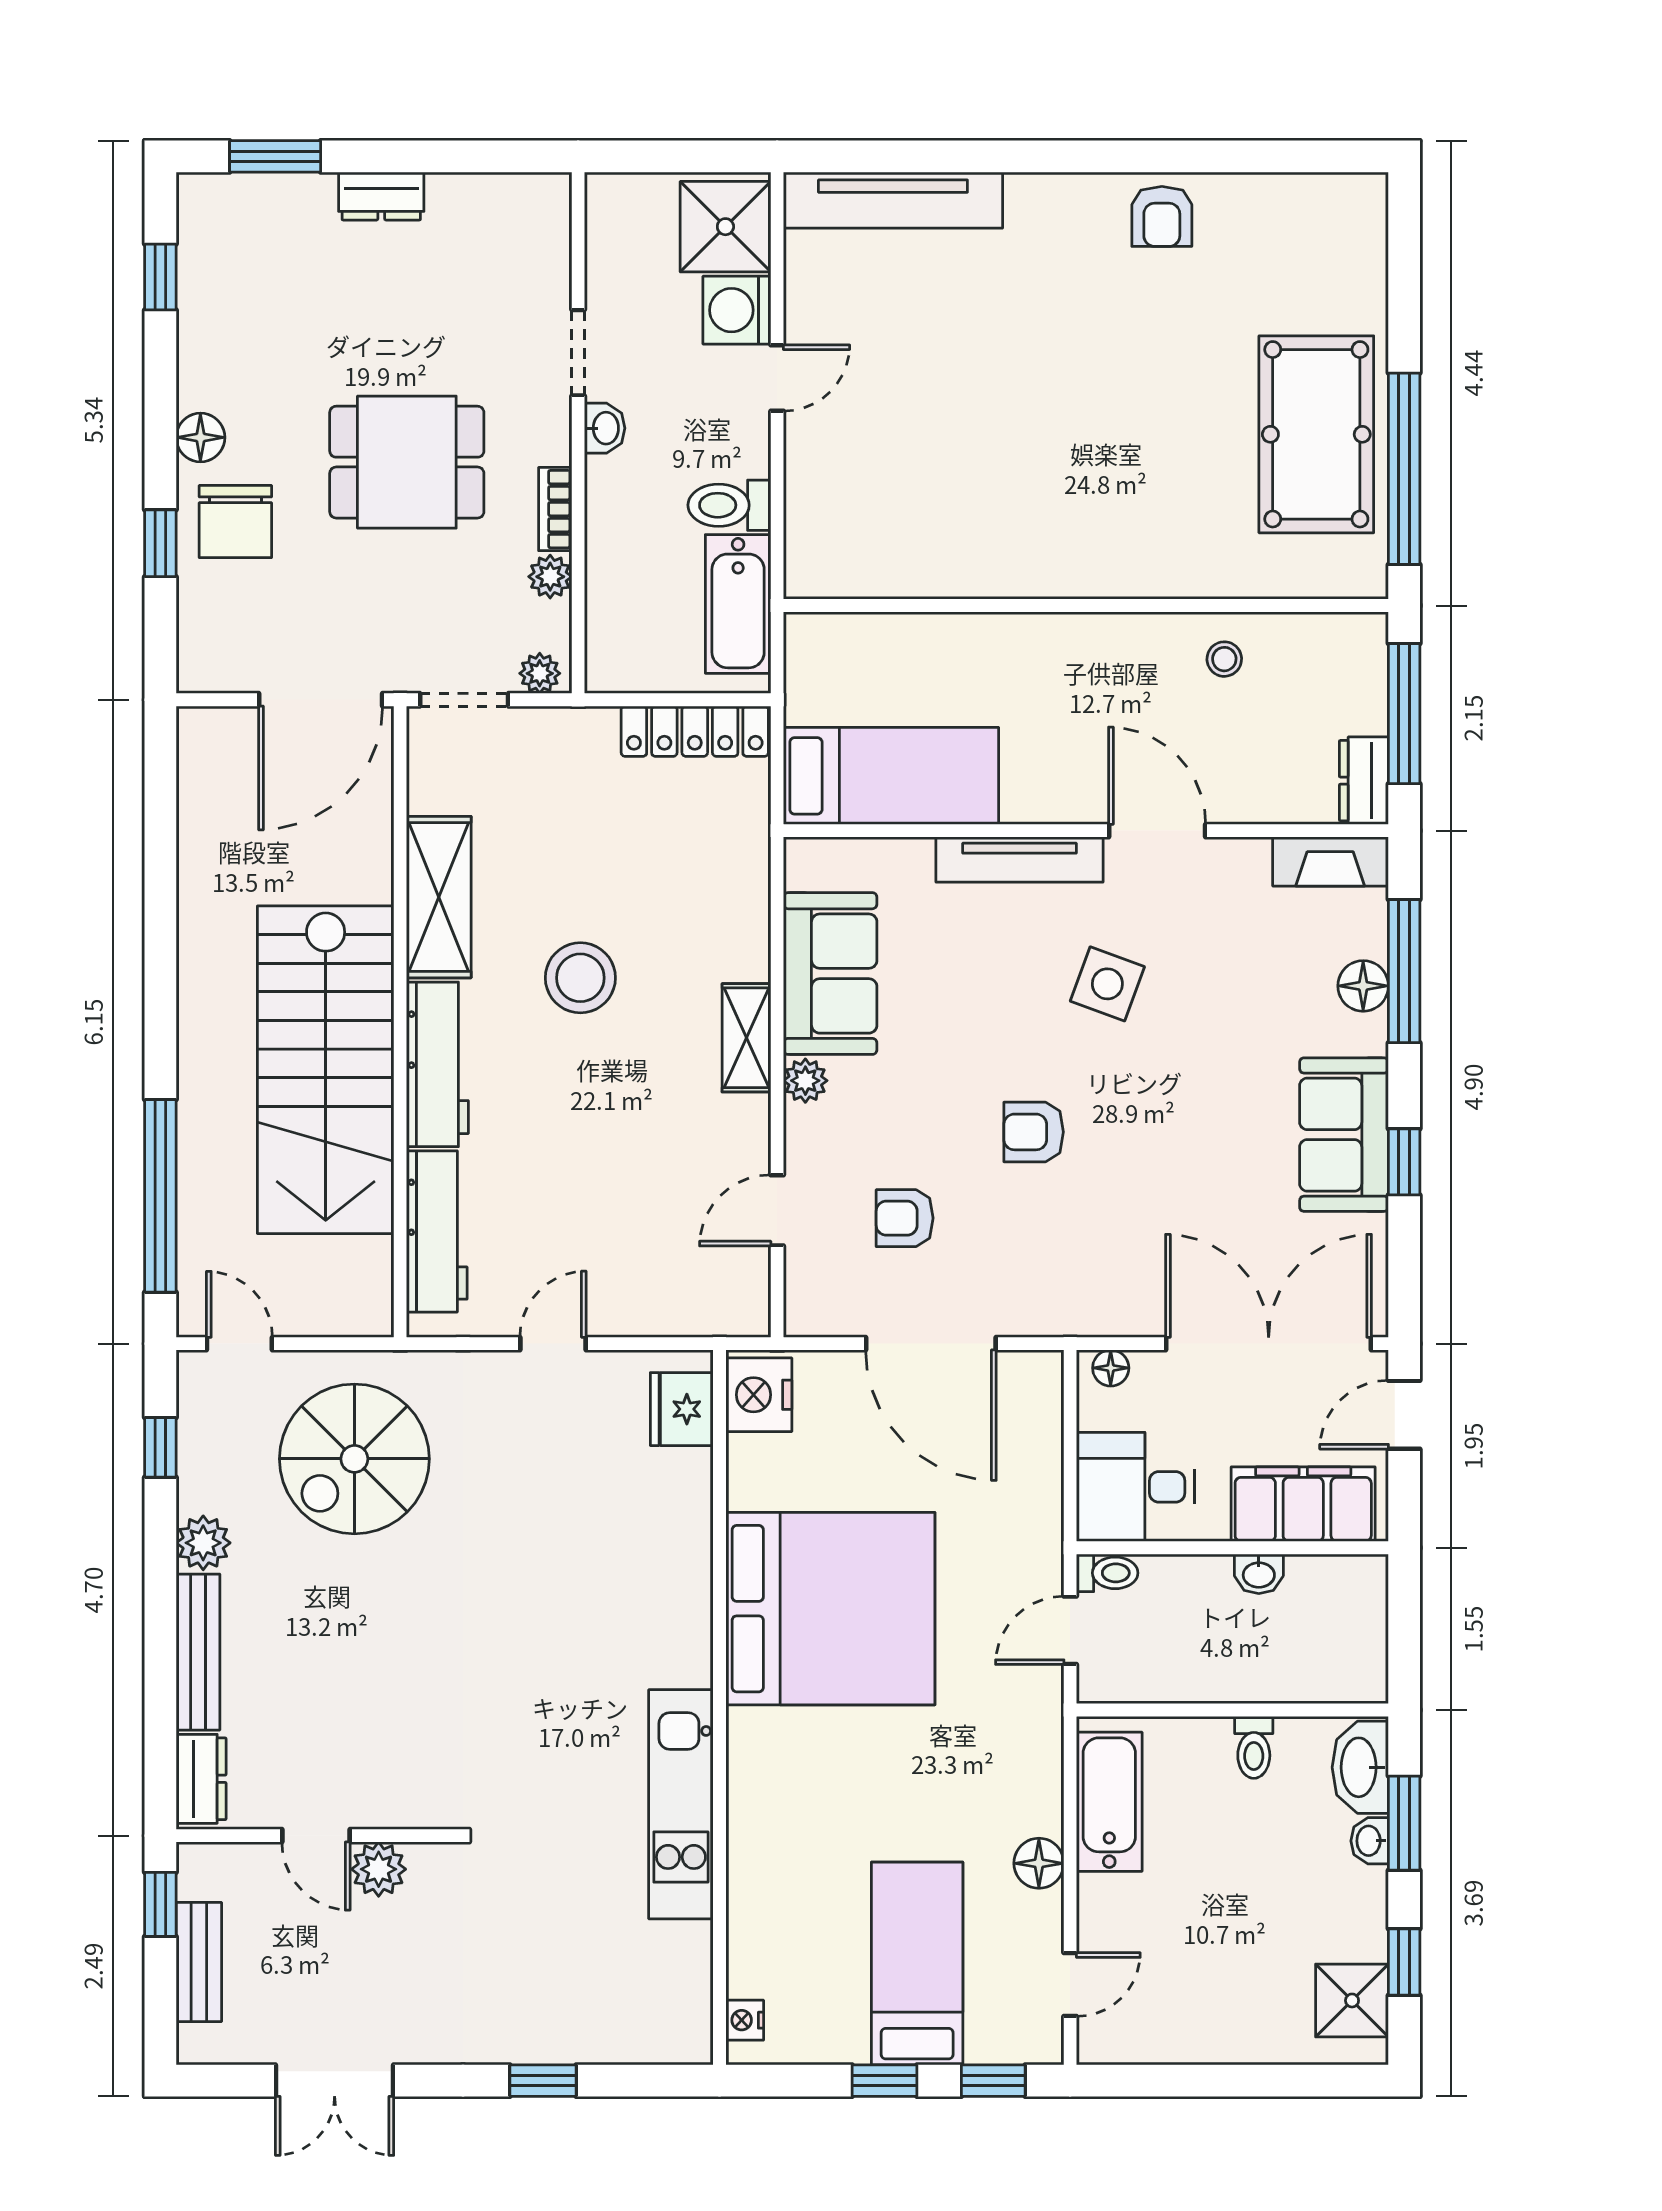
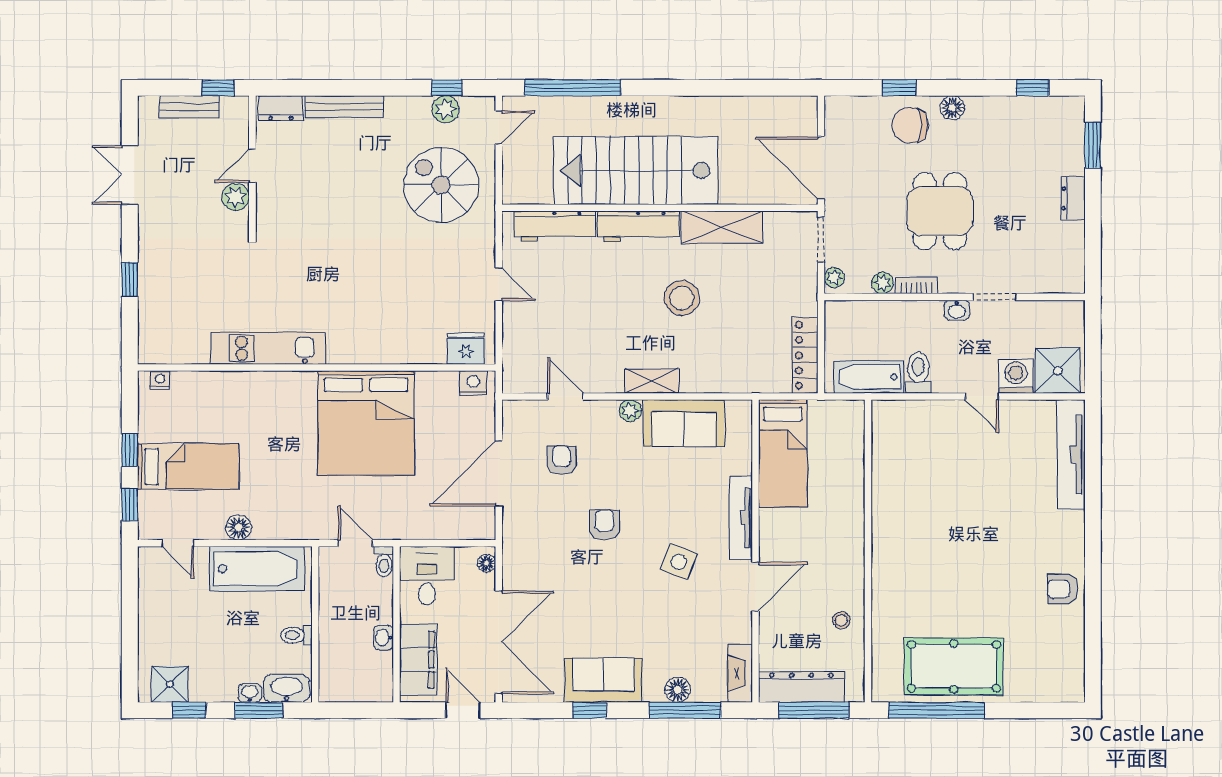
dresser: (1364, 781) -> (802, 687), width x1.96, depth x1.24
nightstand: (759, 1395) -> (473, 383), width x0.74, depth x0.75
plant: (203, 1543) -> (446, 109), moved
bathtub: (1109, 1802) -> (257, 569), width x1.36, depth x1.36

